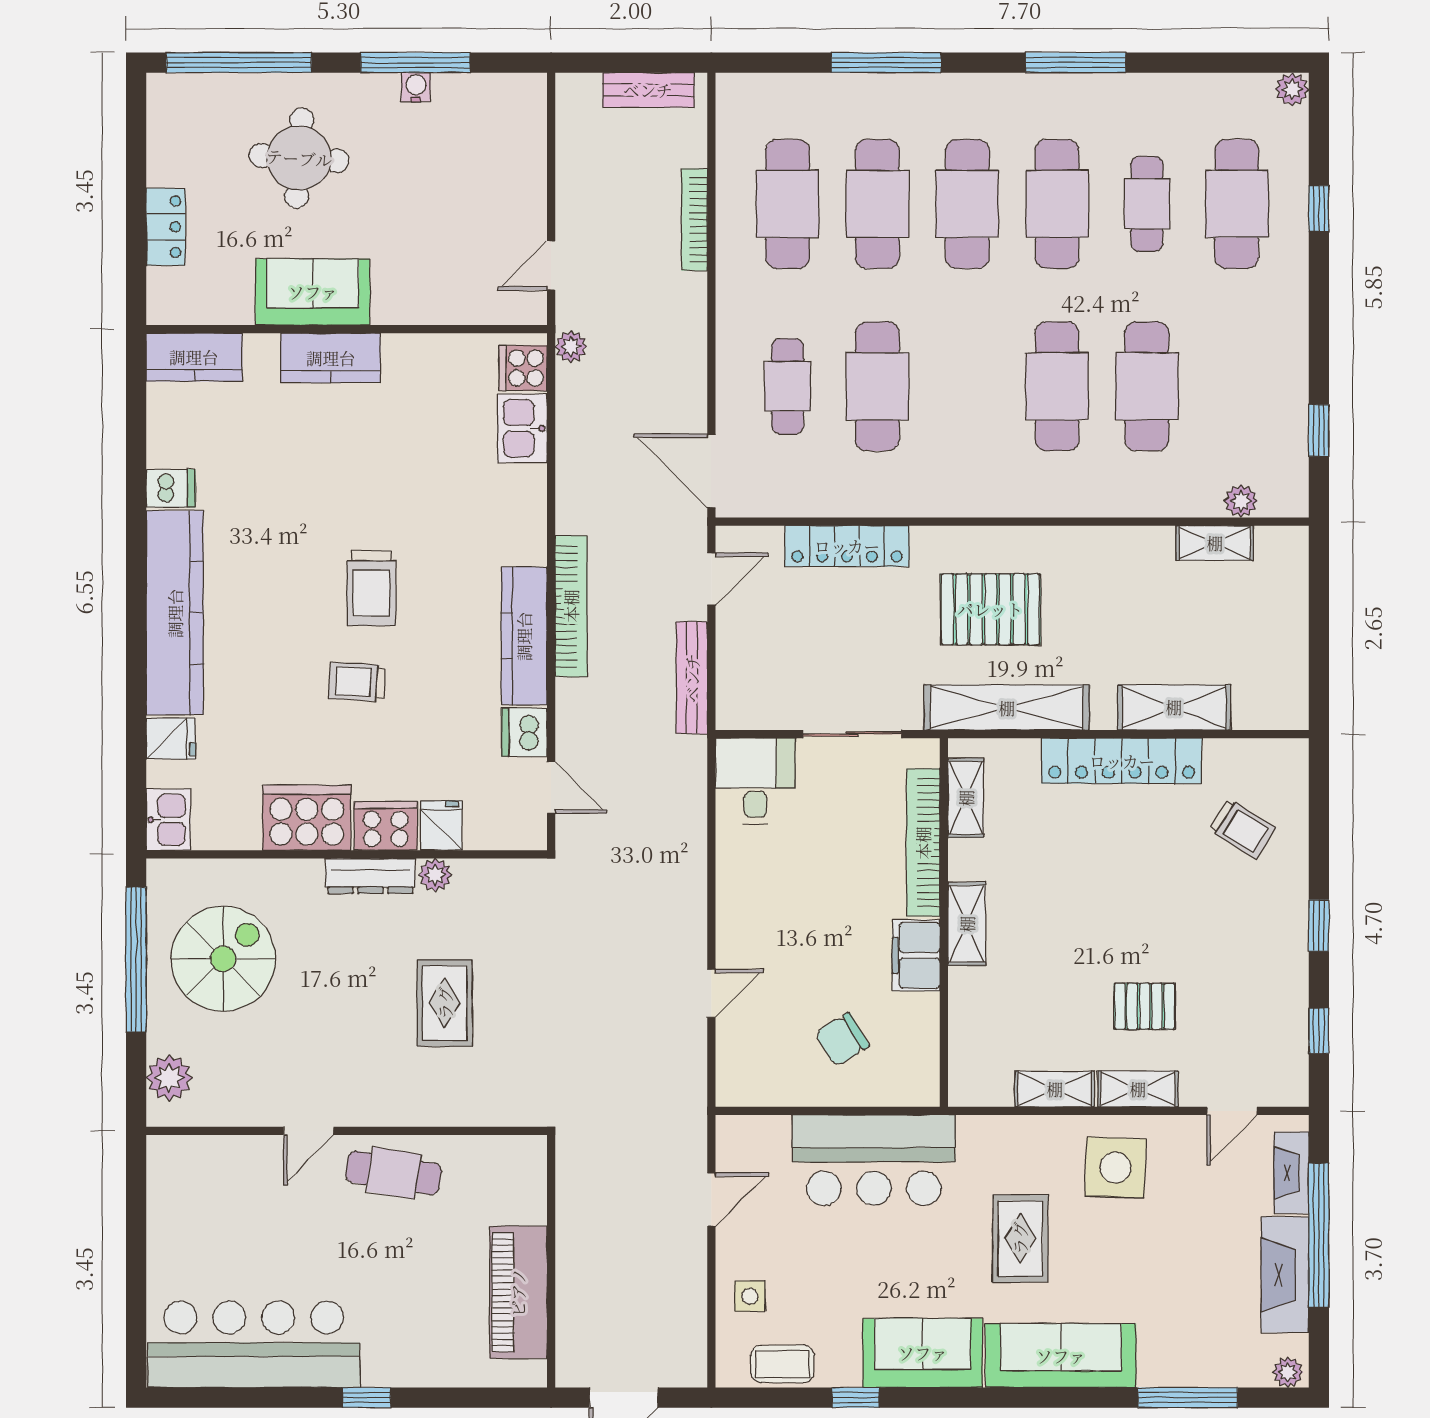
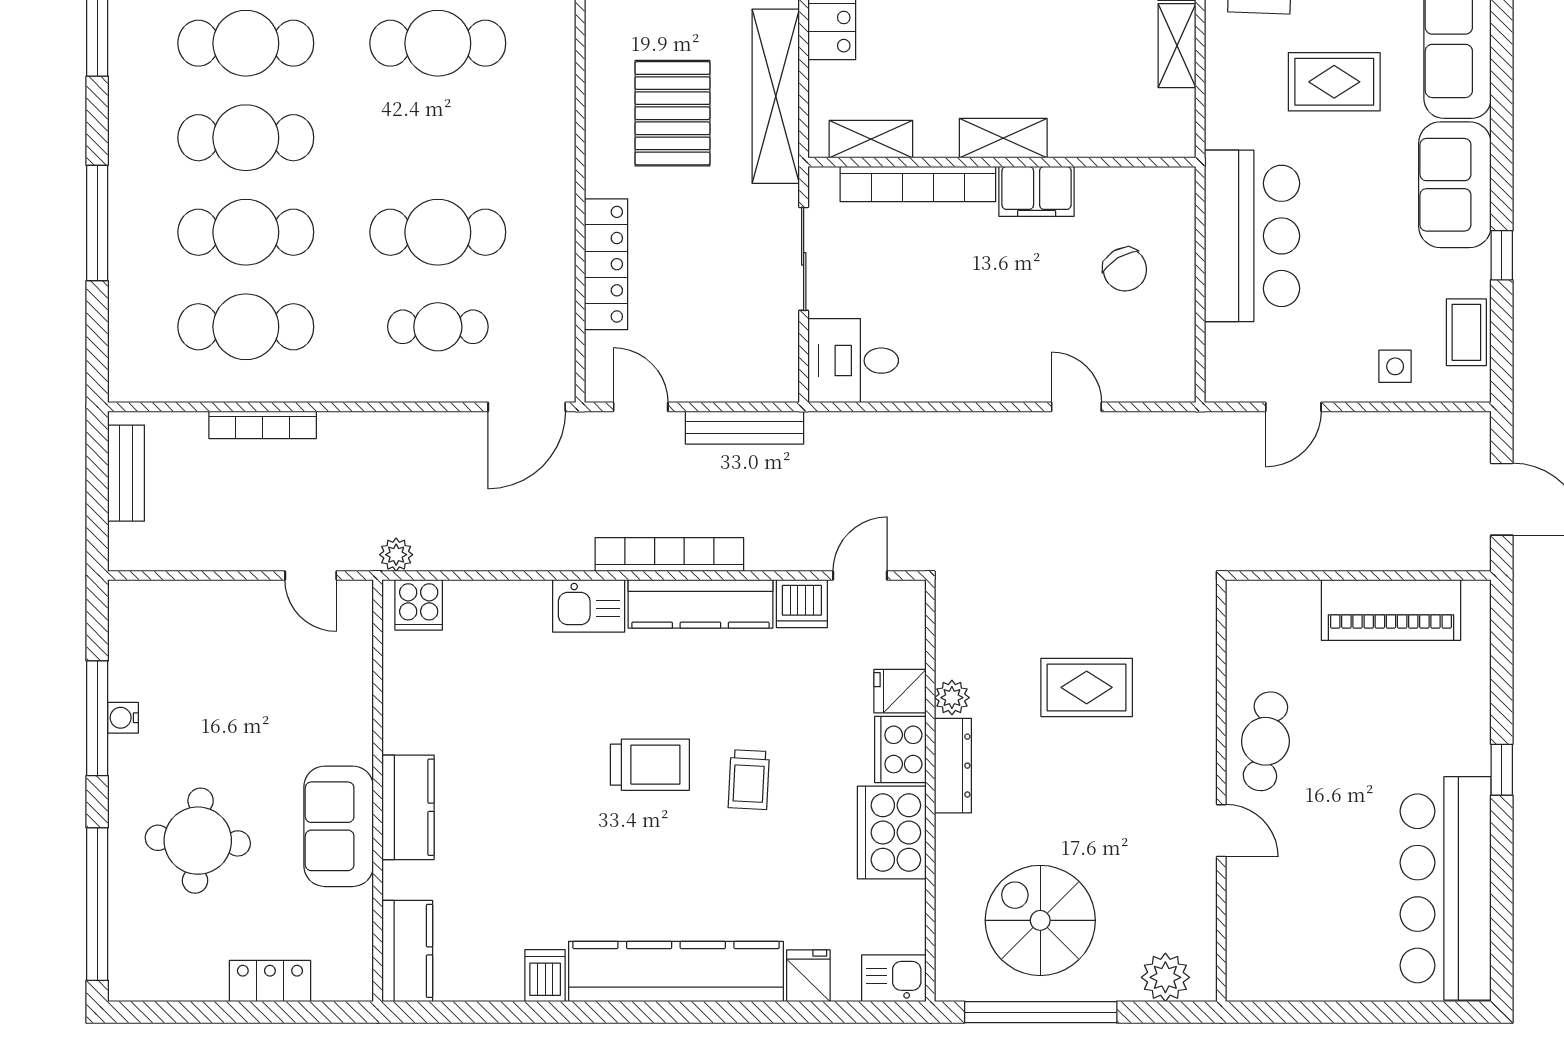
kitchen sink: (522, 428) -> (589, 606), moved
door: (711, 1200) -> (1293, 407), swing flipped

